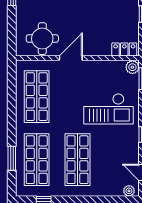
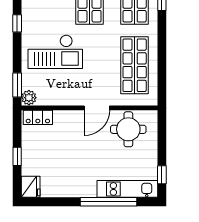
checkout: (108, 109) -> (55, 52), turned 180

